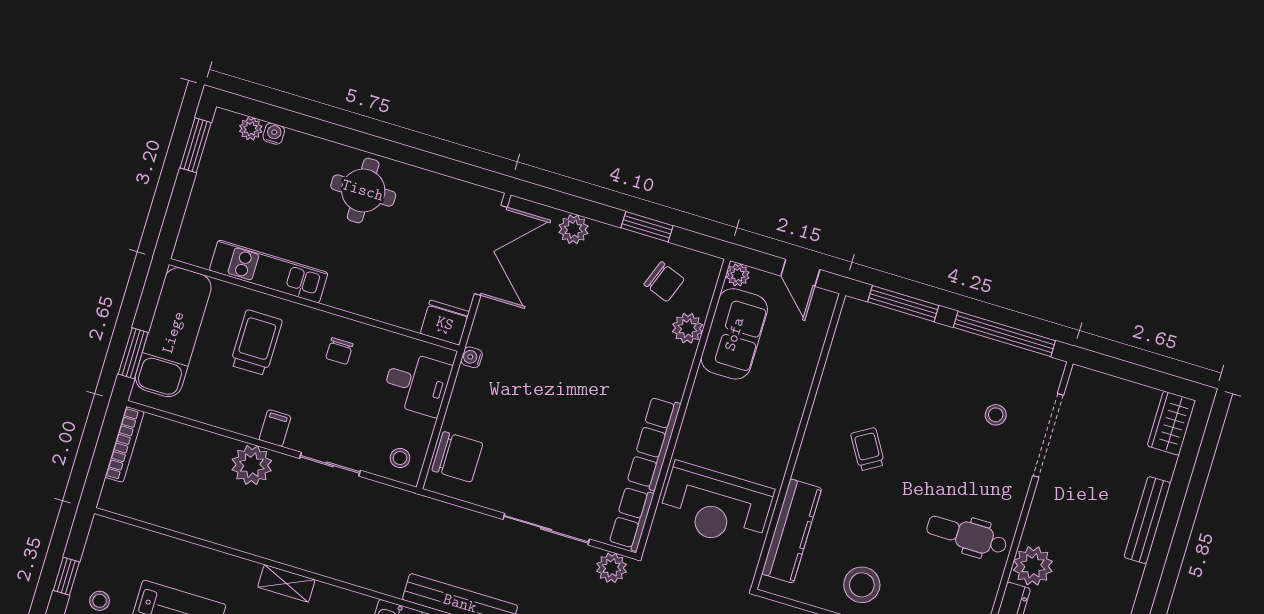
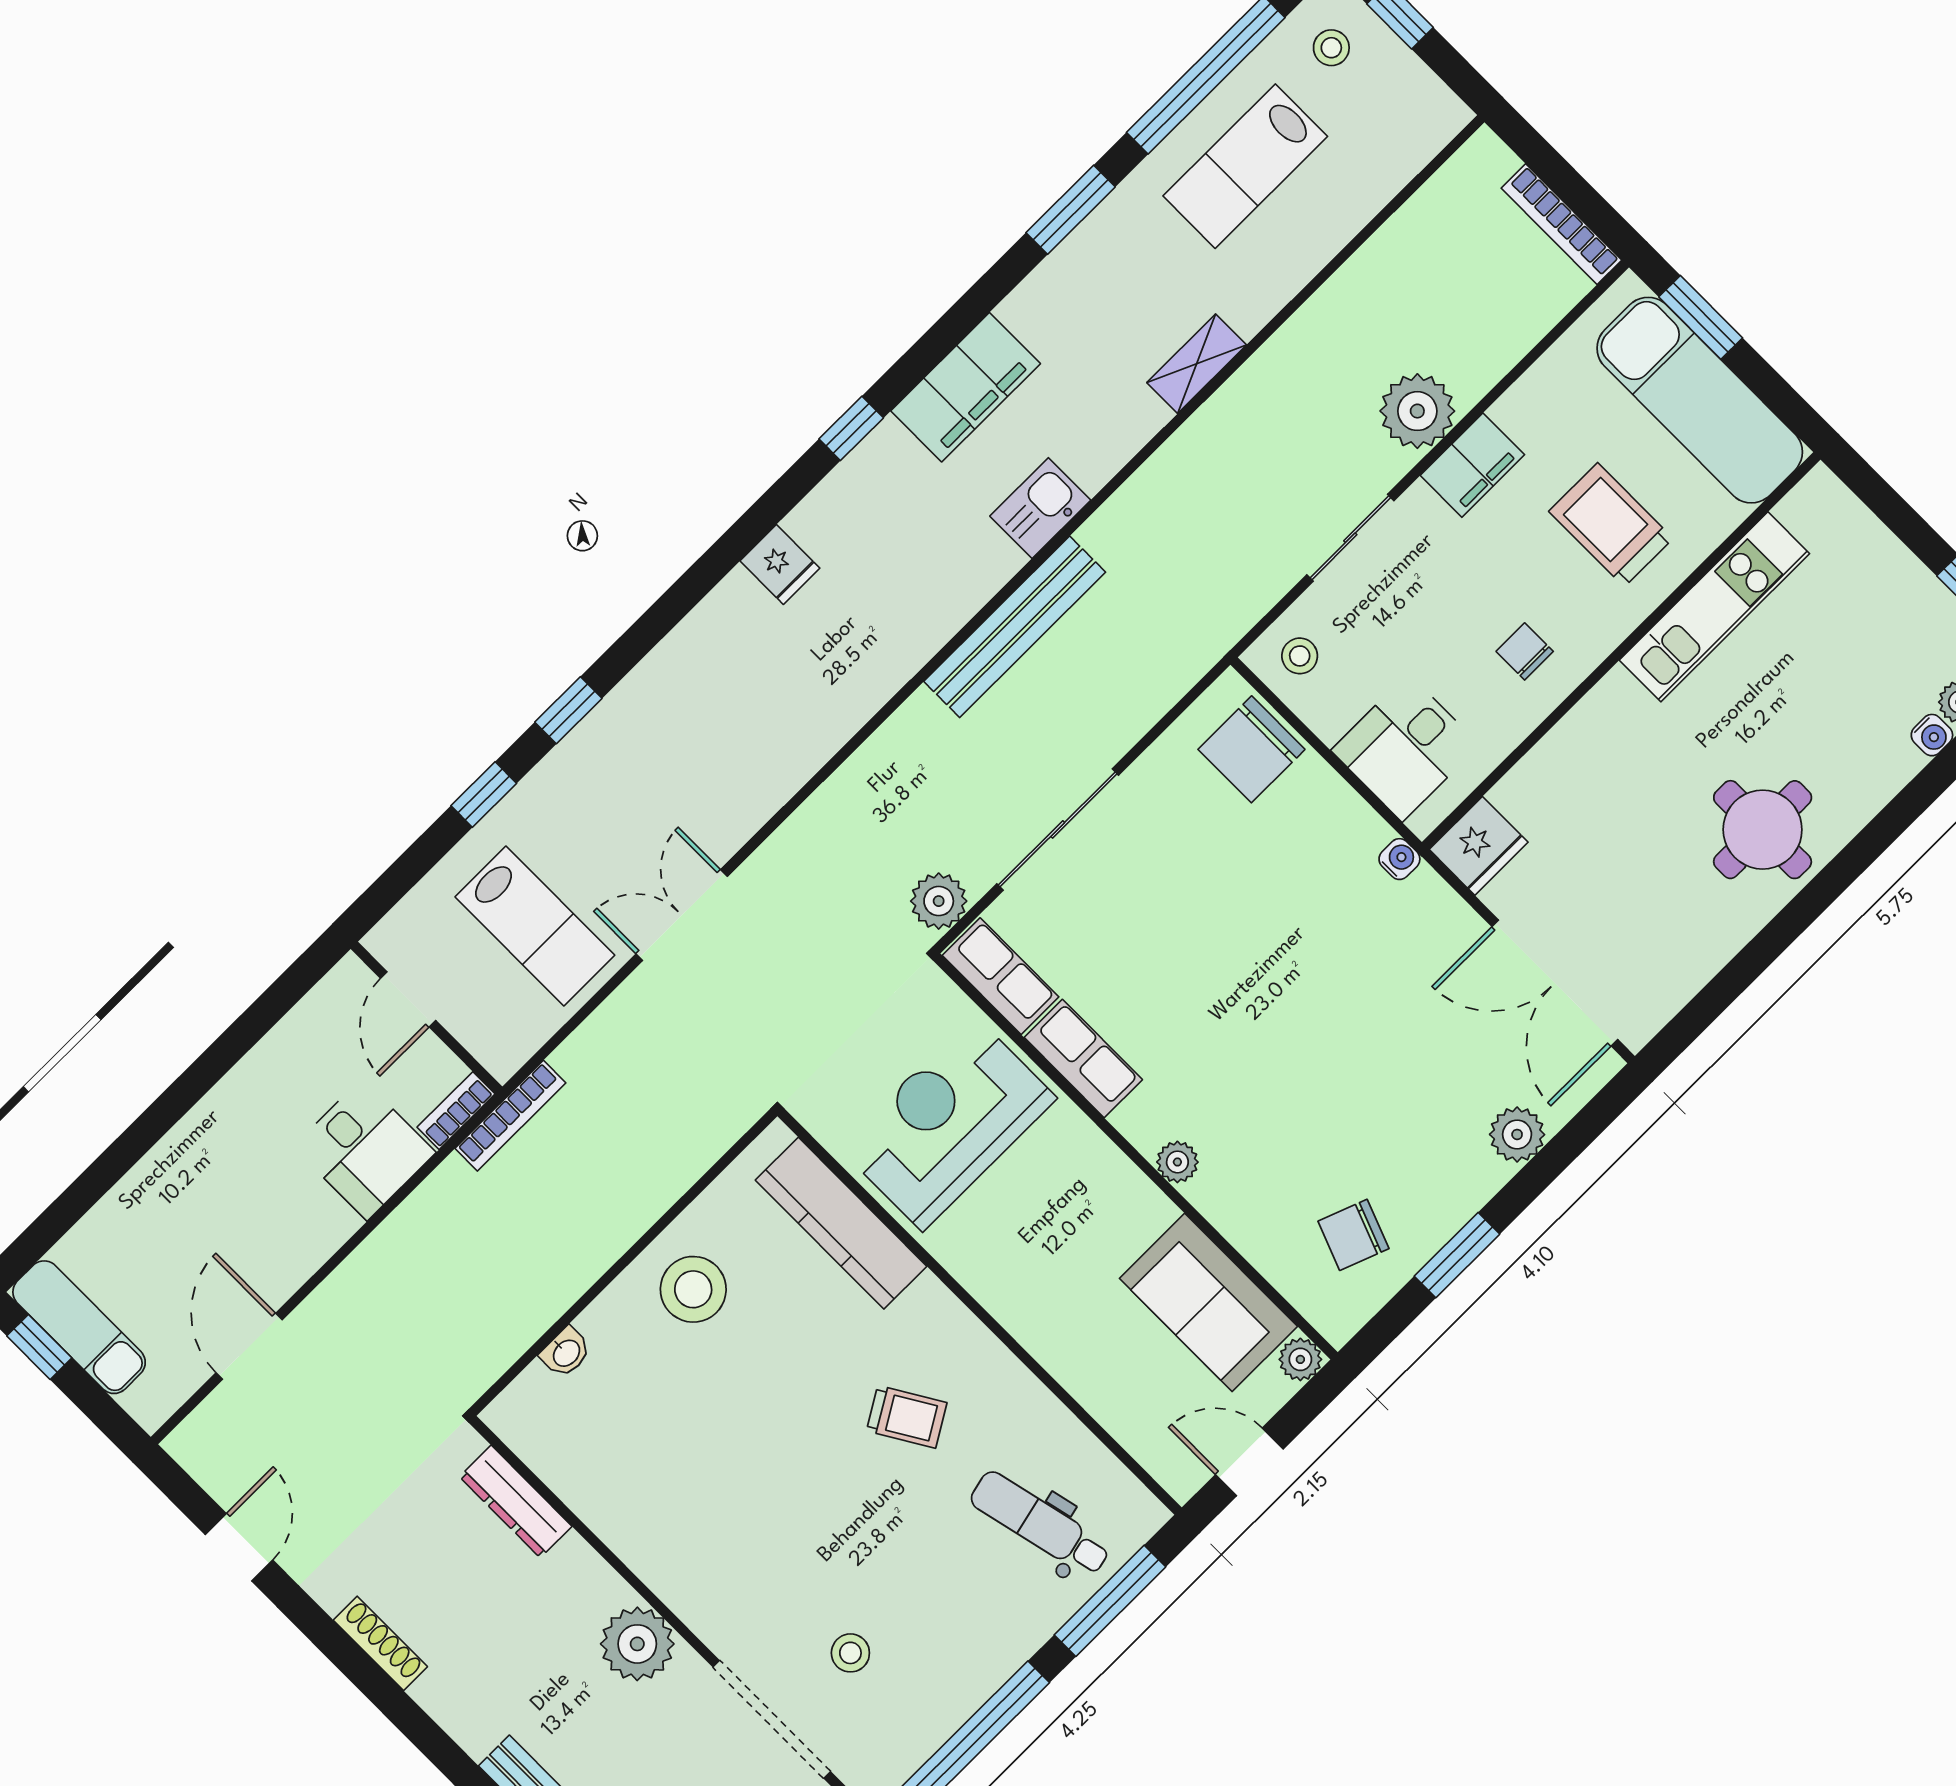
plant: (688, 328) -> (1177, 1162), moved, width x0.73, depth x0.73
trolley: (256, 343) -> (1611, 525), turned 180
filing cabinet: (275, 428) -> (1472, 465), width x2.00
row of seats: (654, 443) -> (1083, 1058), width x0.68
dental chair: (967, 535) -> (1040, 1524), moved, turned -103
plant: (1033, 566) -> (637, 1644), moved

